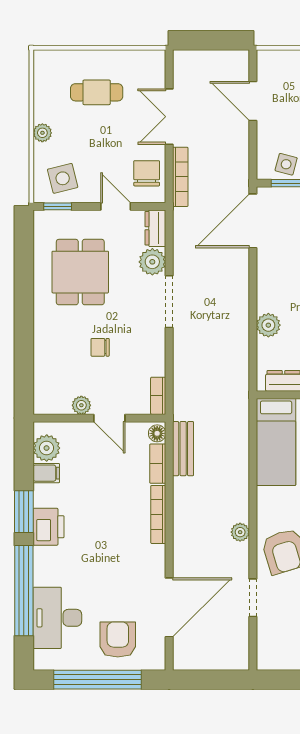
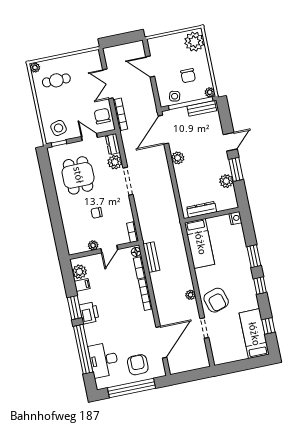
cafe table: (97, 92) -> (56, 80), moved
plant: (42, 133) -> (35, 68), moved
plant: (268, 325) -> (178, 158), moved
door: (109, 418) -> (109, 249), hinge flipped

